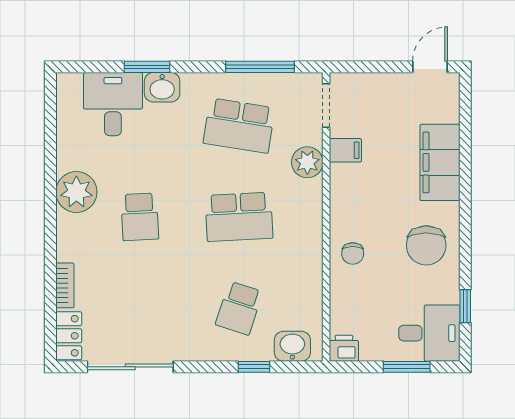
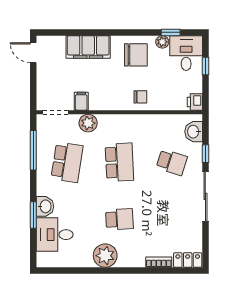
plant: (449, 292) -> (162, 42), added
sliding door: (130, 367) -> (205, 196), moved
window: (407, 367) -> (205, 66), width x0.67

